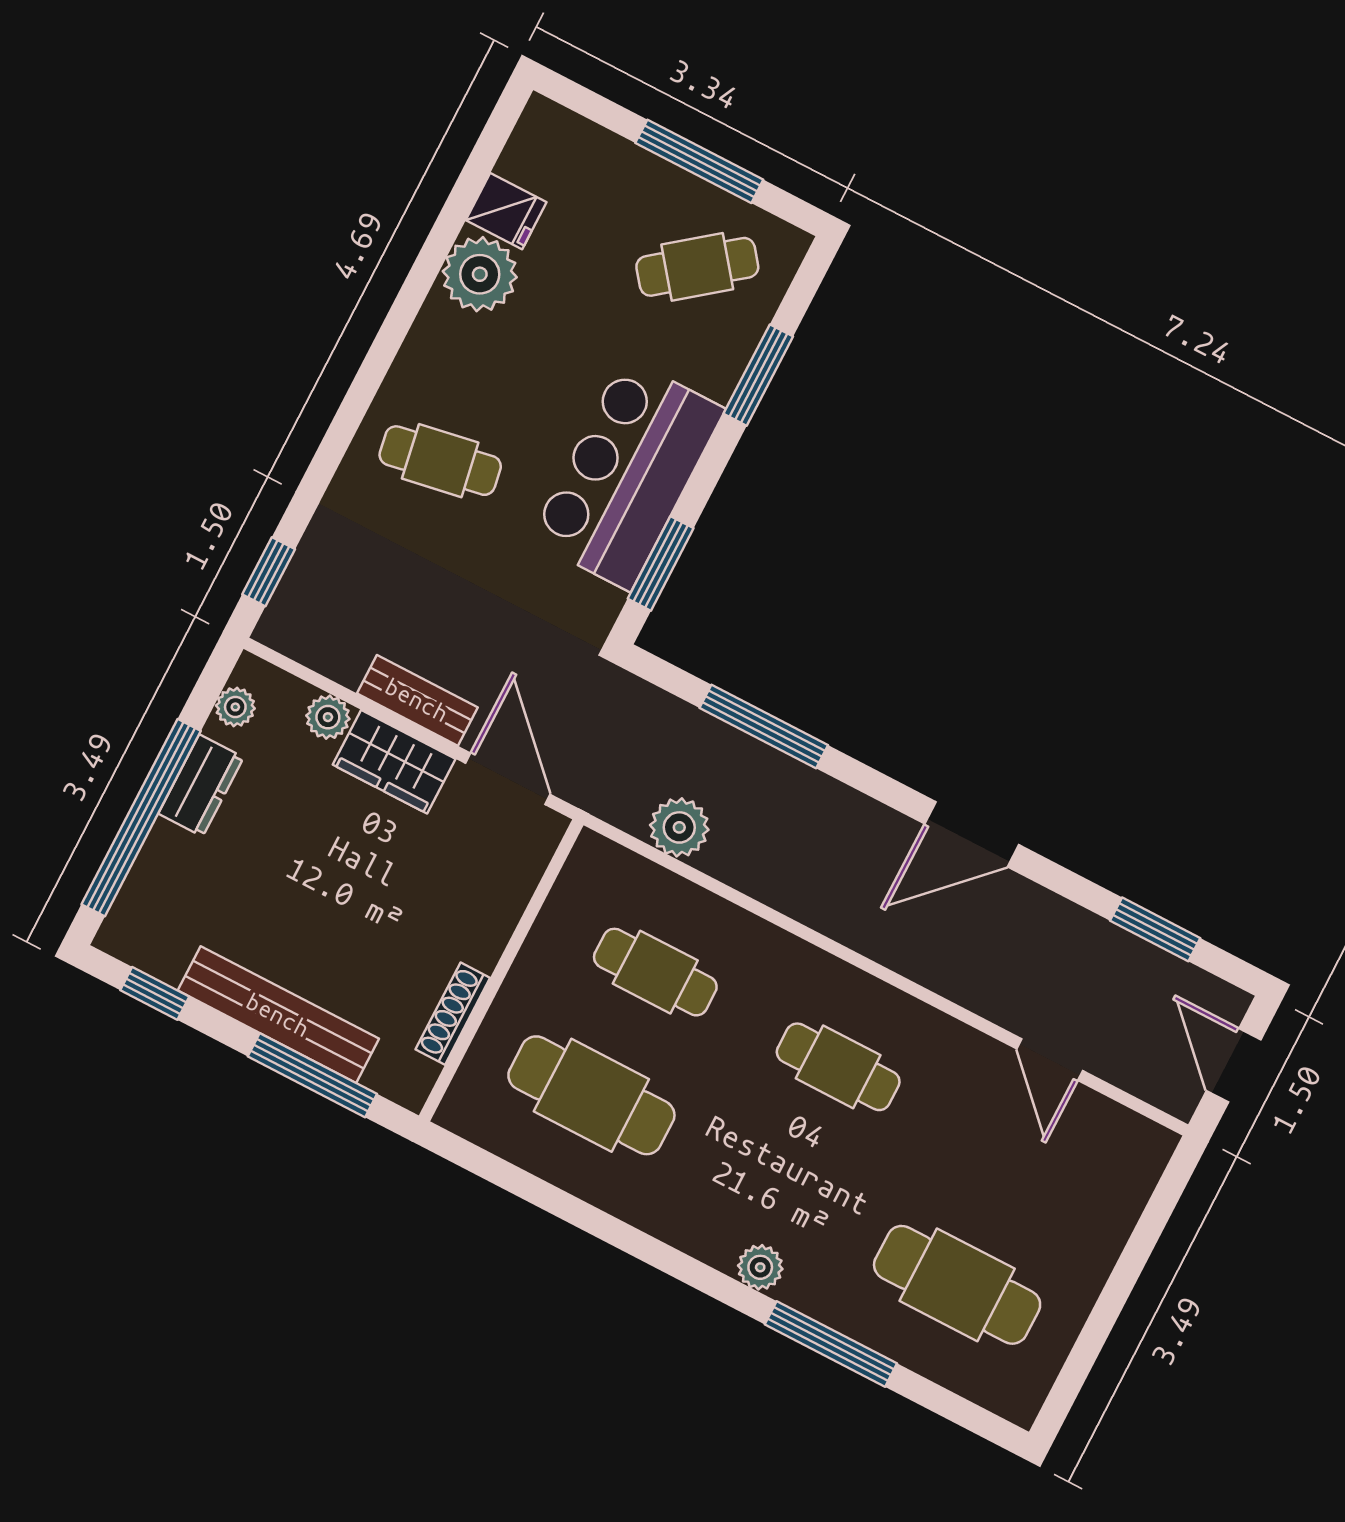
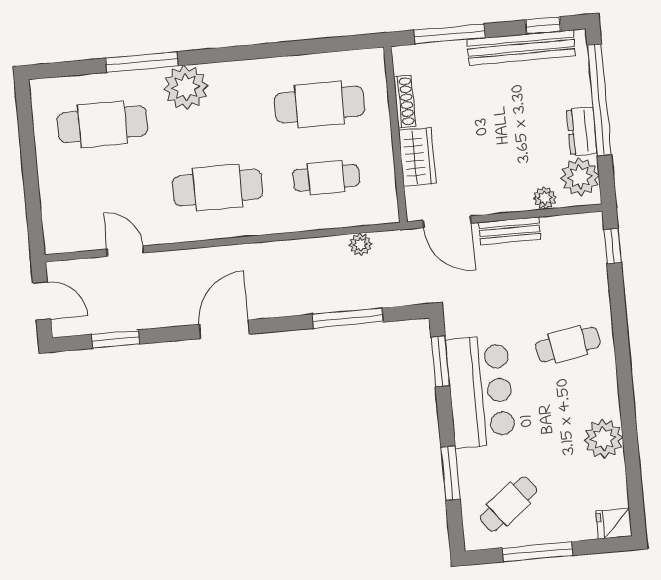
fridge: (506, 211) -> (614, 524), moved
plant: (235, 707) -> (580, 177), width x1.87, depth x1.87
wardrobe: (394, 762) -> (417, 157), moved, turned 90
plant: (679, 827) -> (361, 244), width x0.73, depth x0.73
bench: (278, 1015) -> (521, 48), moved
cafe table: (838, 1067) -> (218, 188), width x1.37, depth x1.35
plant: (760, 1267) -> (186, 87), width x1.87, depth x1.87

